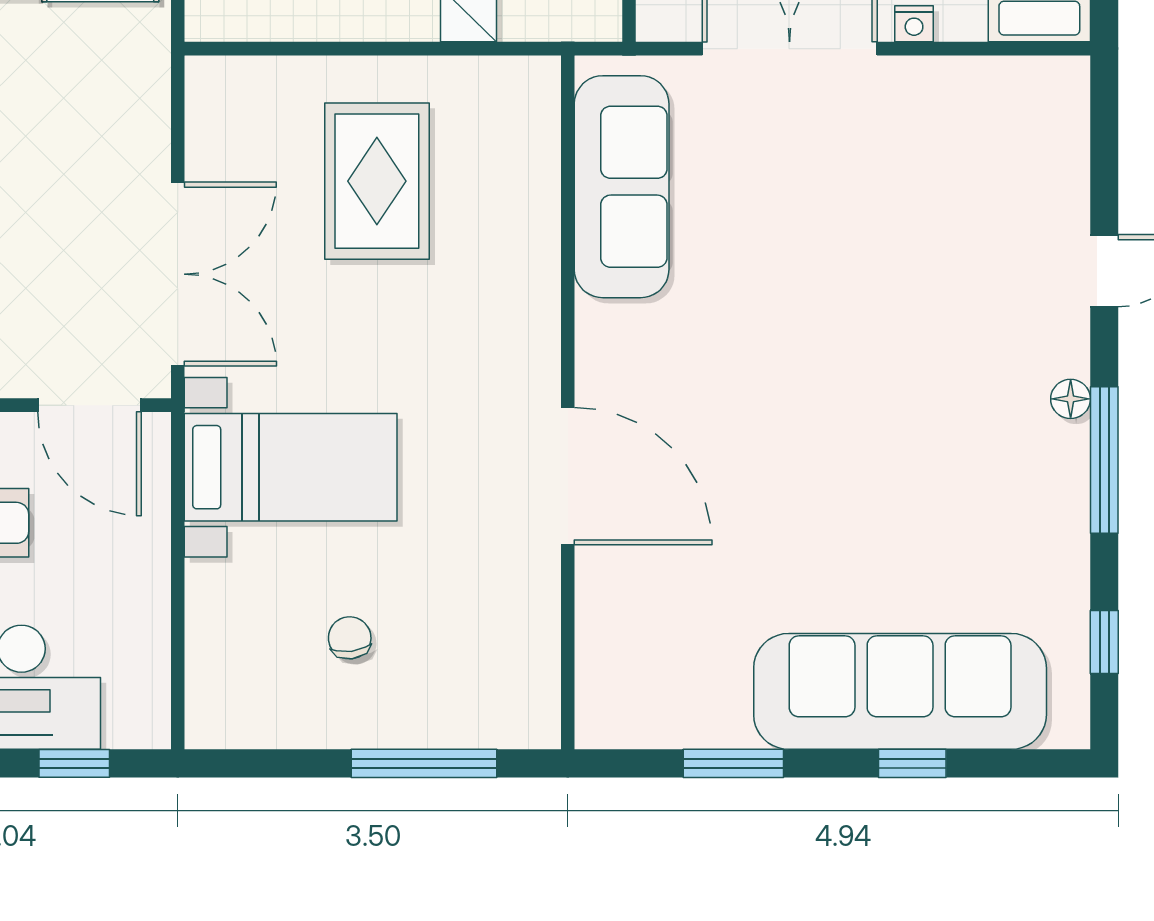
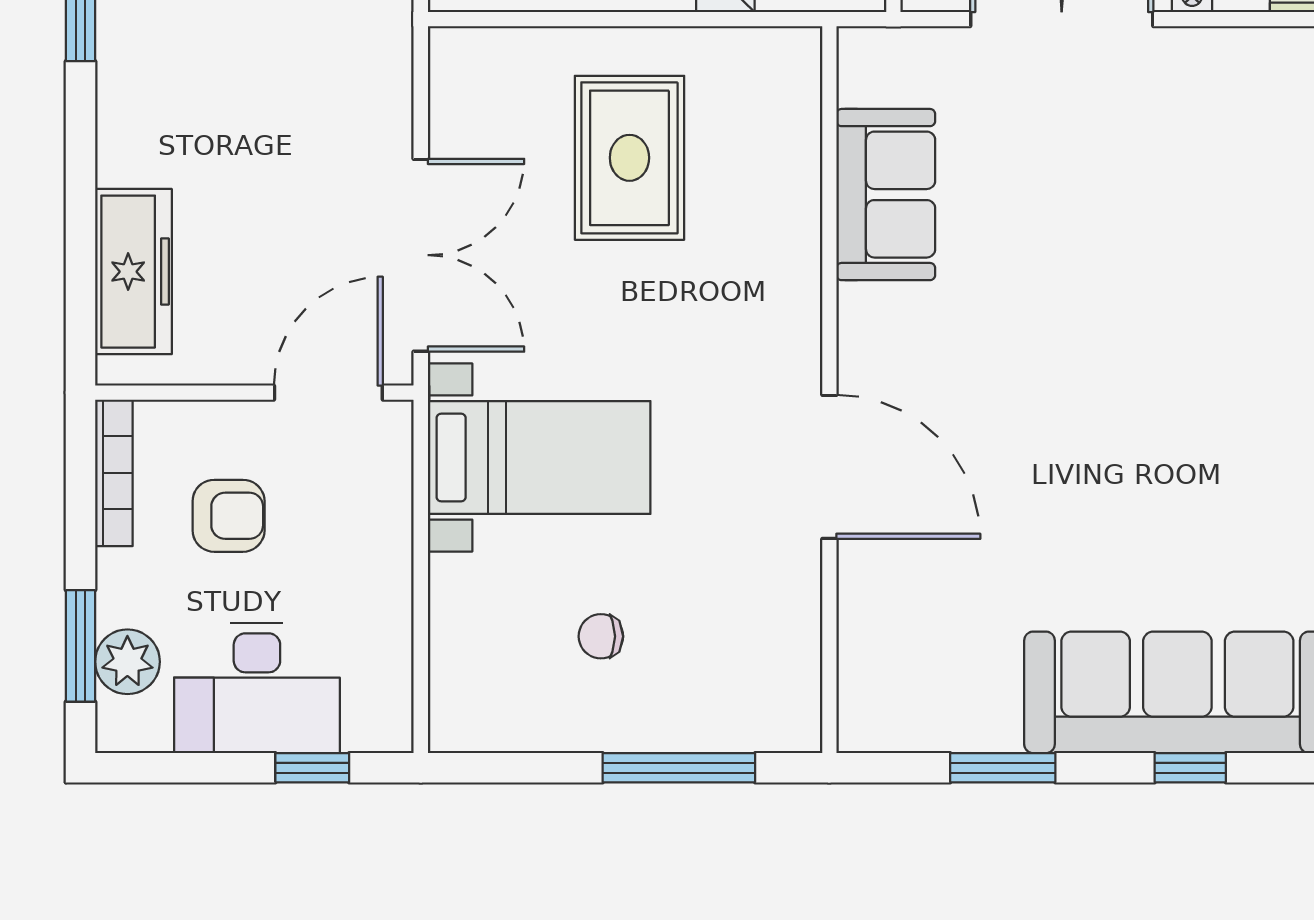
sofa: (622, 187) -> (886, 195), width x0.73
door: (90, 405) -> (328, 393), swing flipped
chair: (350, 638) -> (601, 636), turned -83

